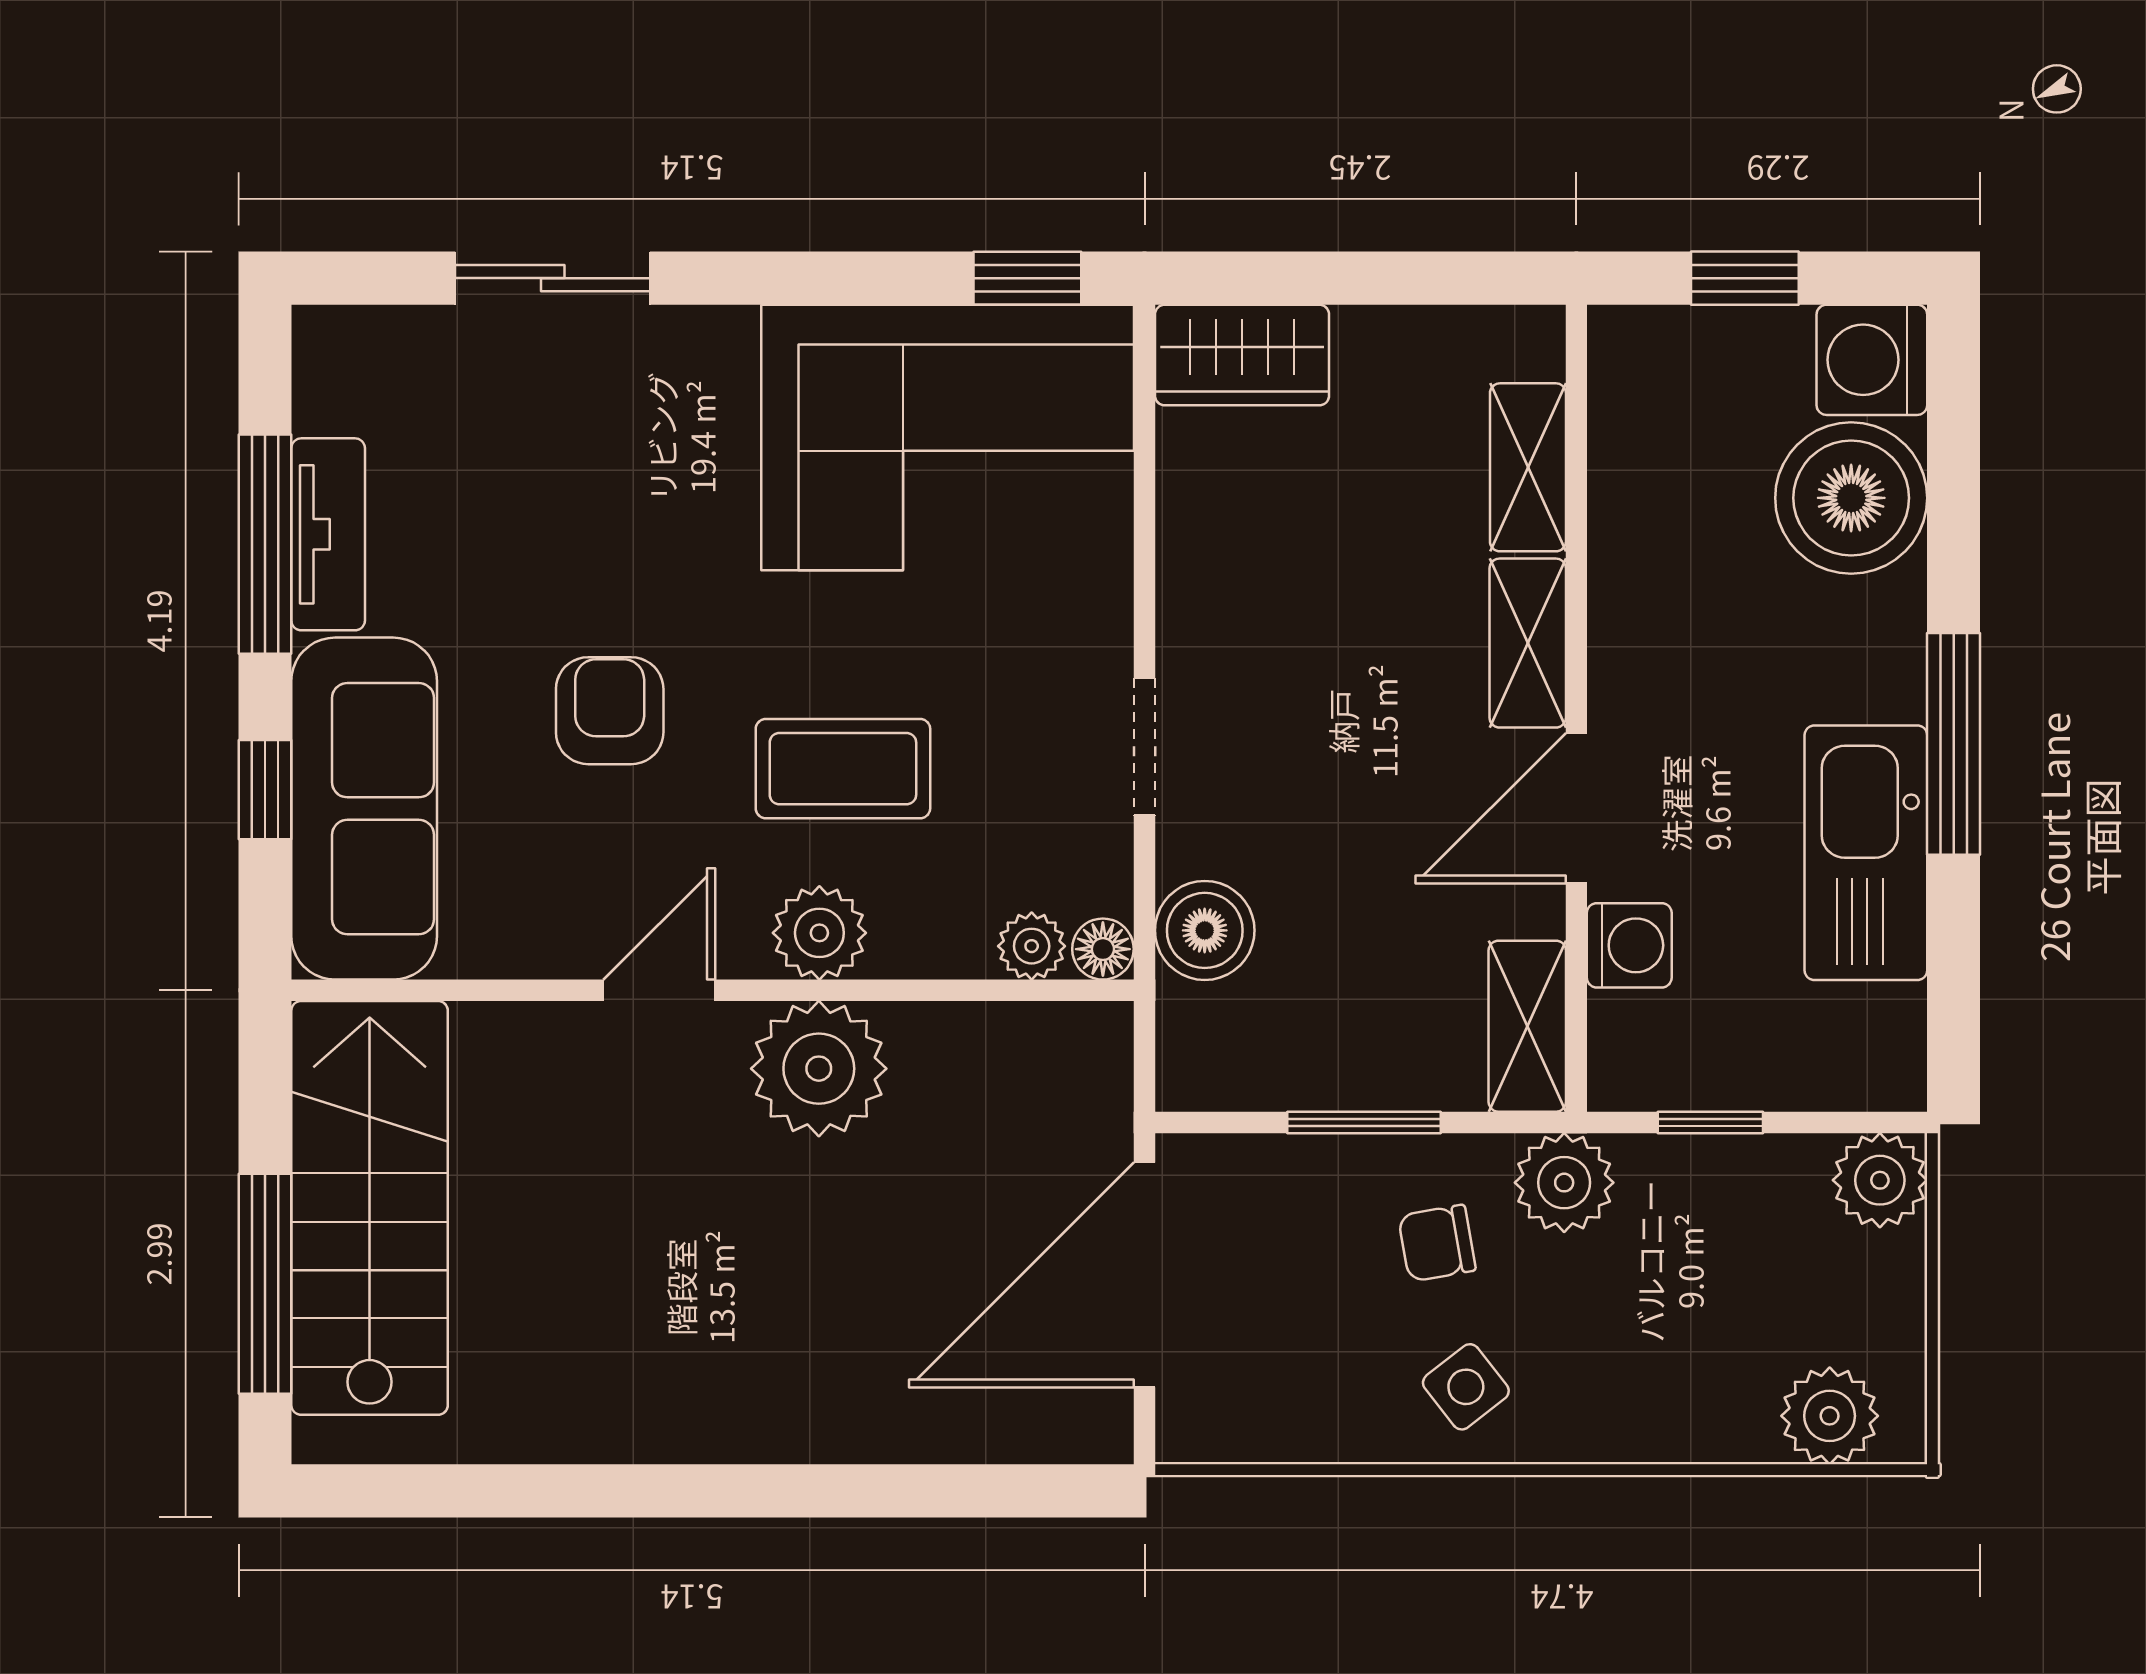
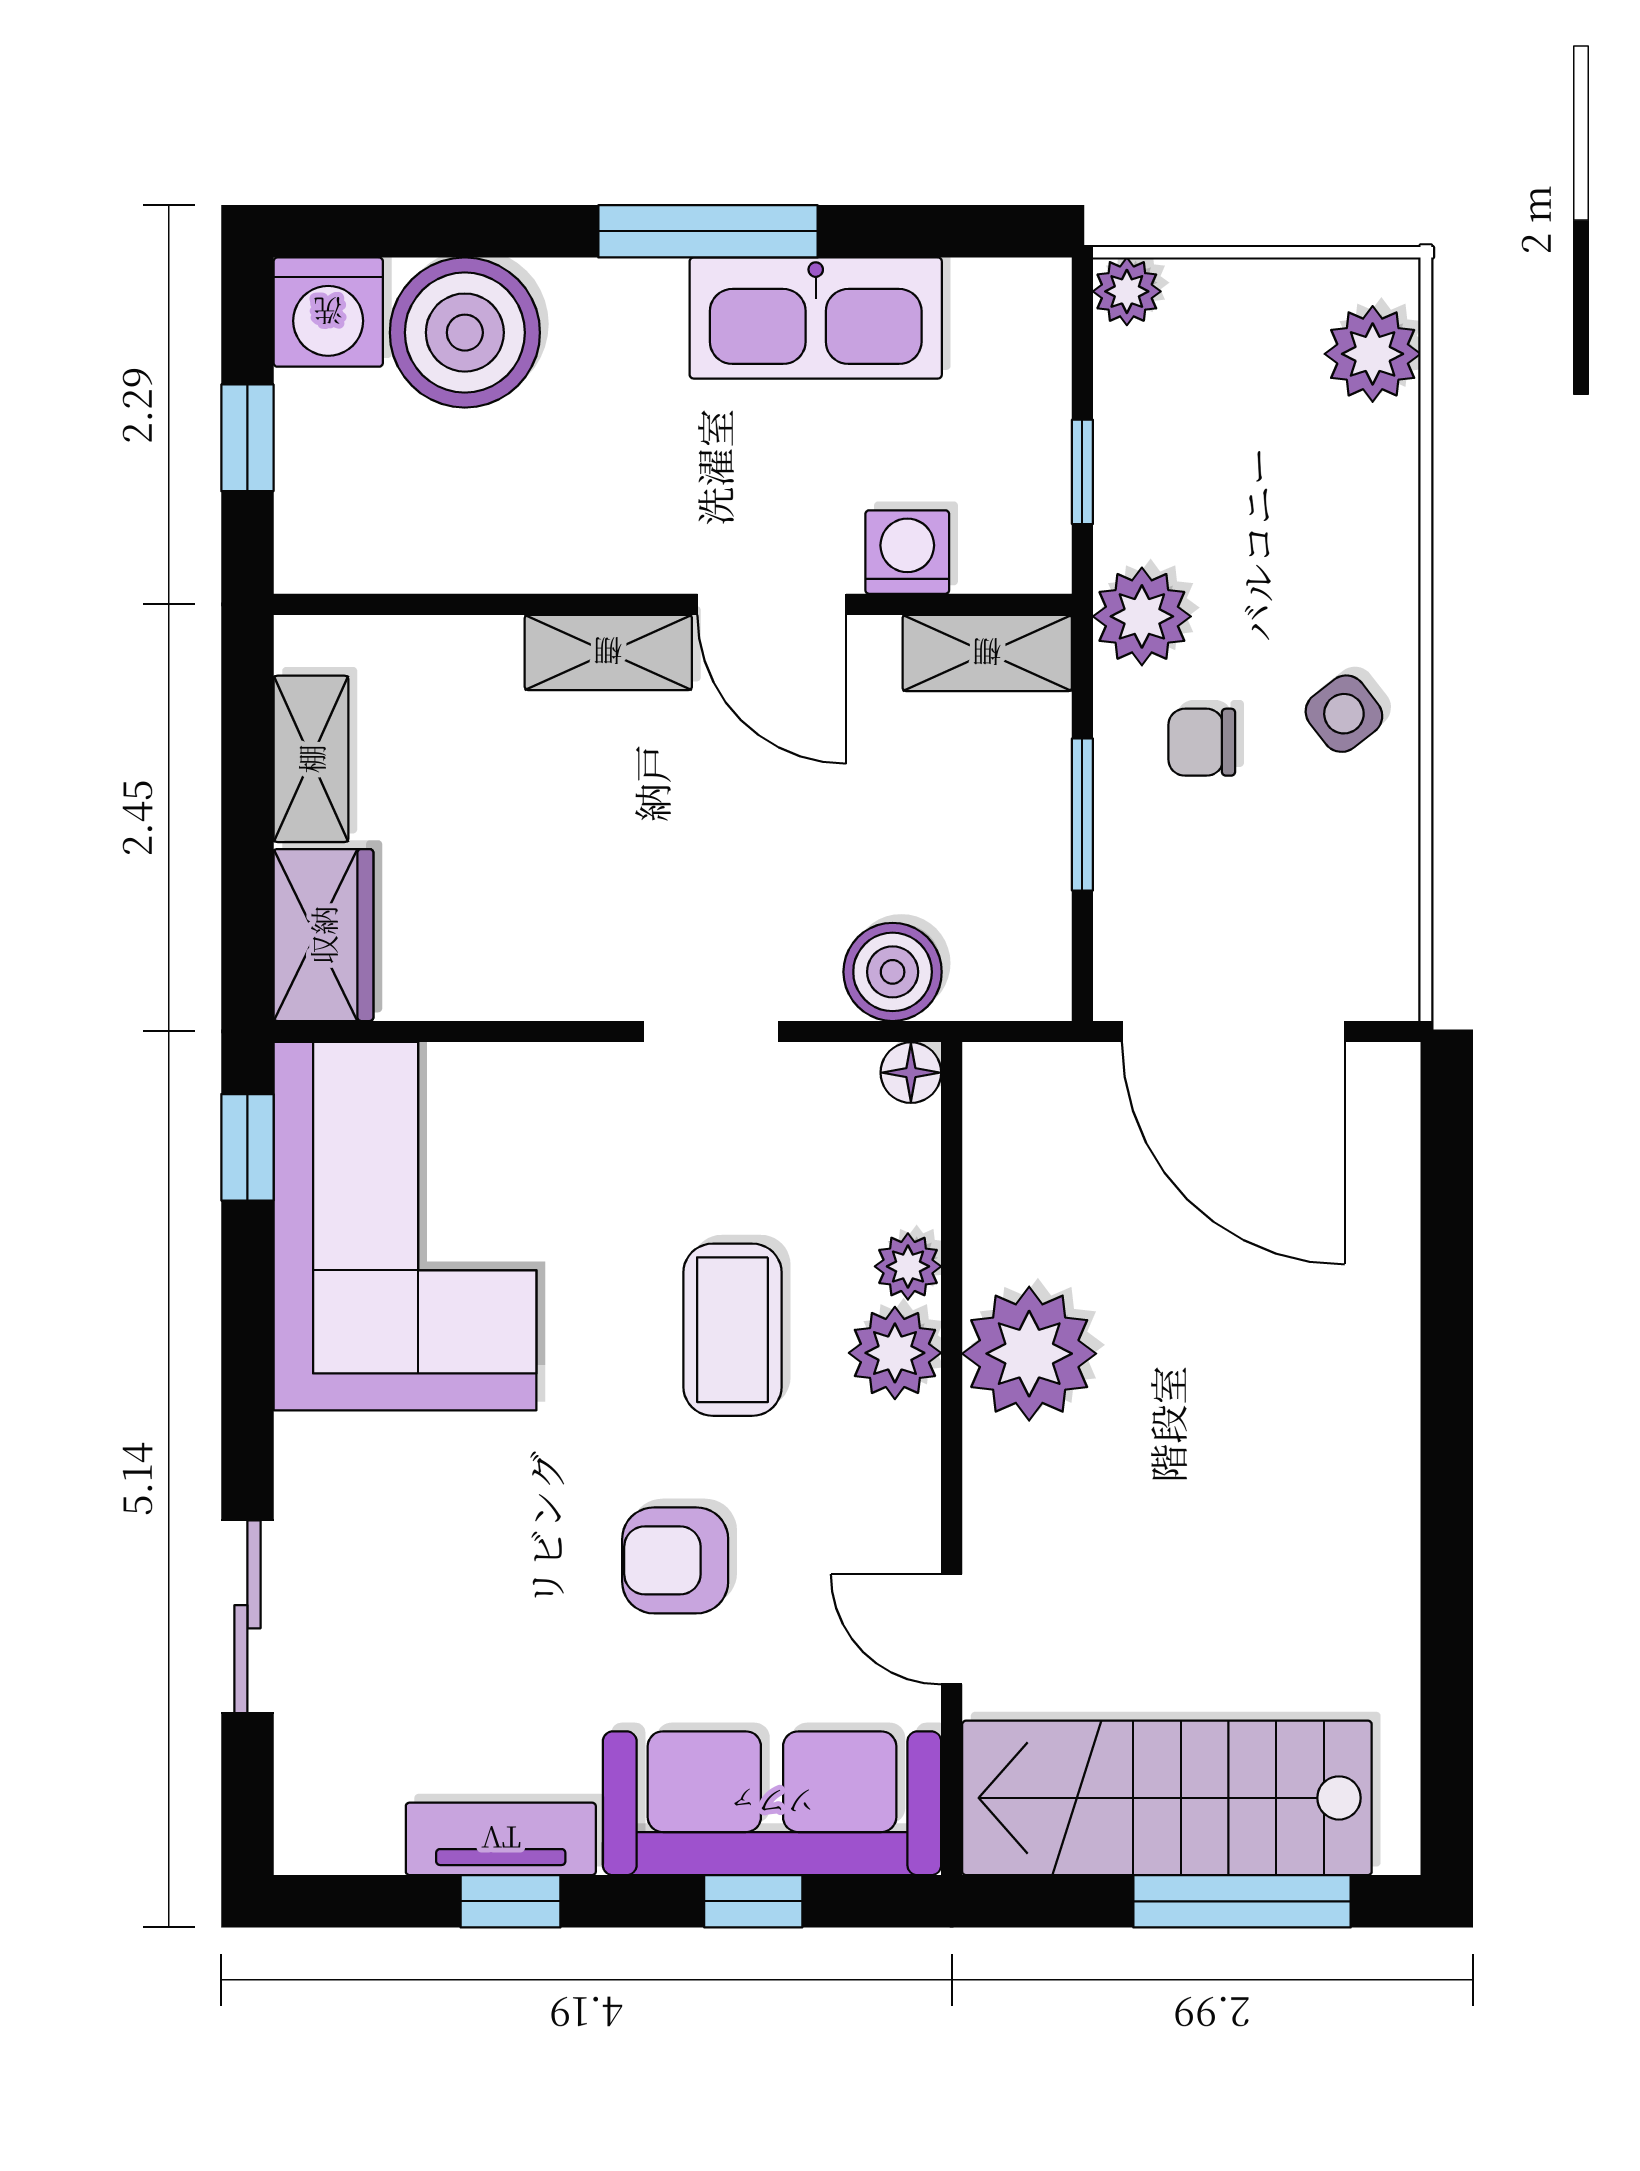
shelving: (1528, 467) -> (311, 759), moved, turned 90
window: (265, 544) -> (510, 1901), width x0.46
plant: (1032, 946) -> (908, 1266), moved
door: (659, 990) -> (952, 1629), moved
plant: (1880, 1180) -> (1127, 291), width x0.73, depth x0.73
chair: (1437, 1243) -> (1202, 742), turned 100

